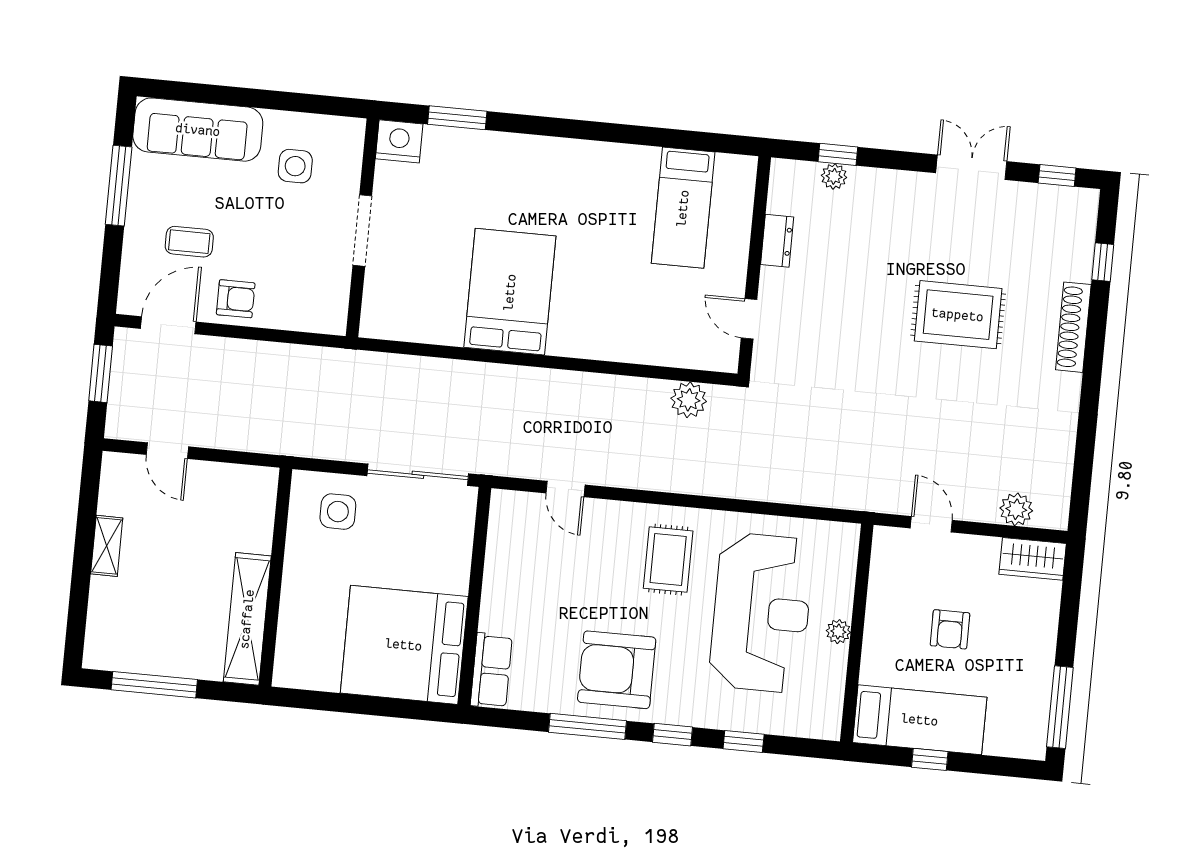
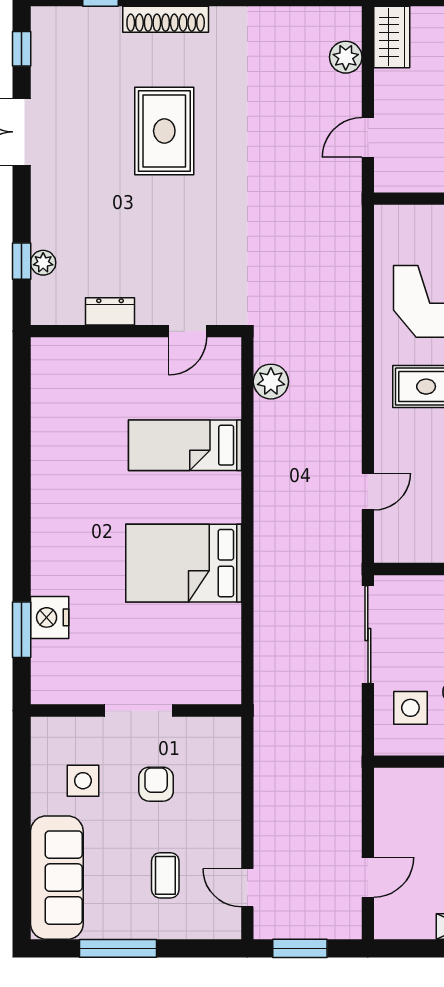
nightstand: (399, 141) -> (50, 617), moved
bed: (683, 208) -> (185, 445), moved, turned 180
armchair: (236, 299) -> (156, 784), moved
door: (168, 325) -> (247, 888), width x0.73

